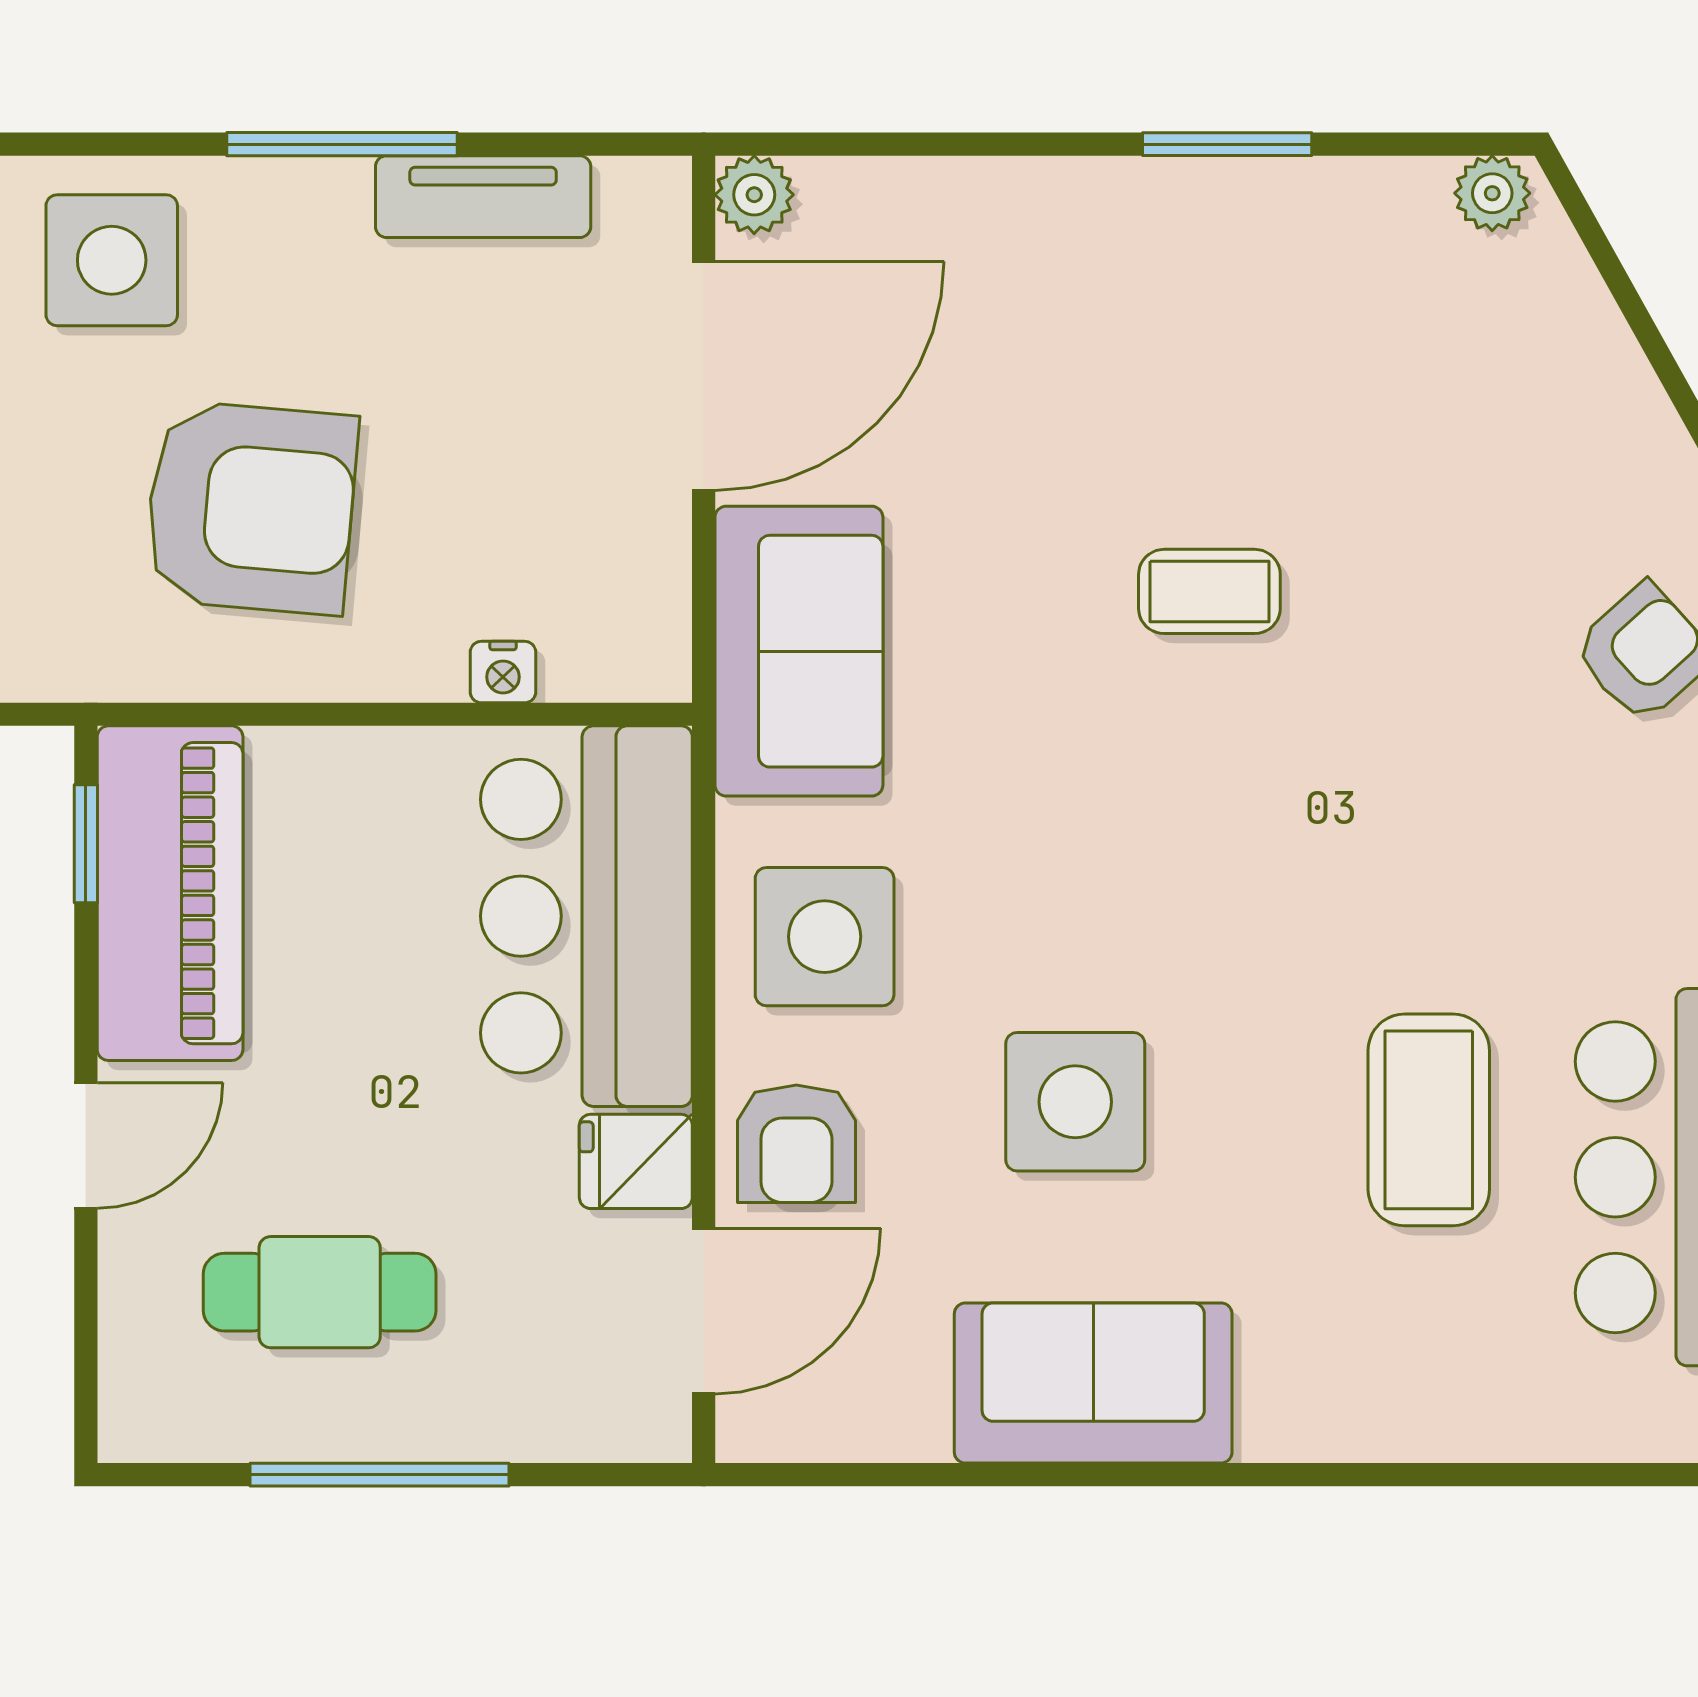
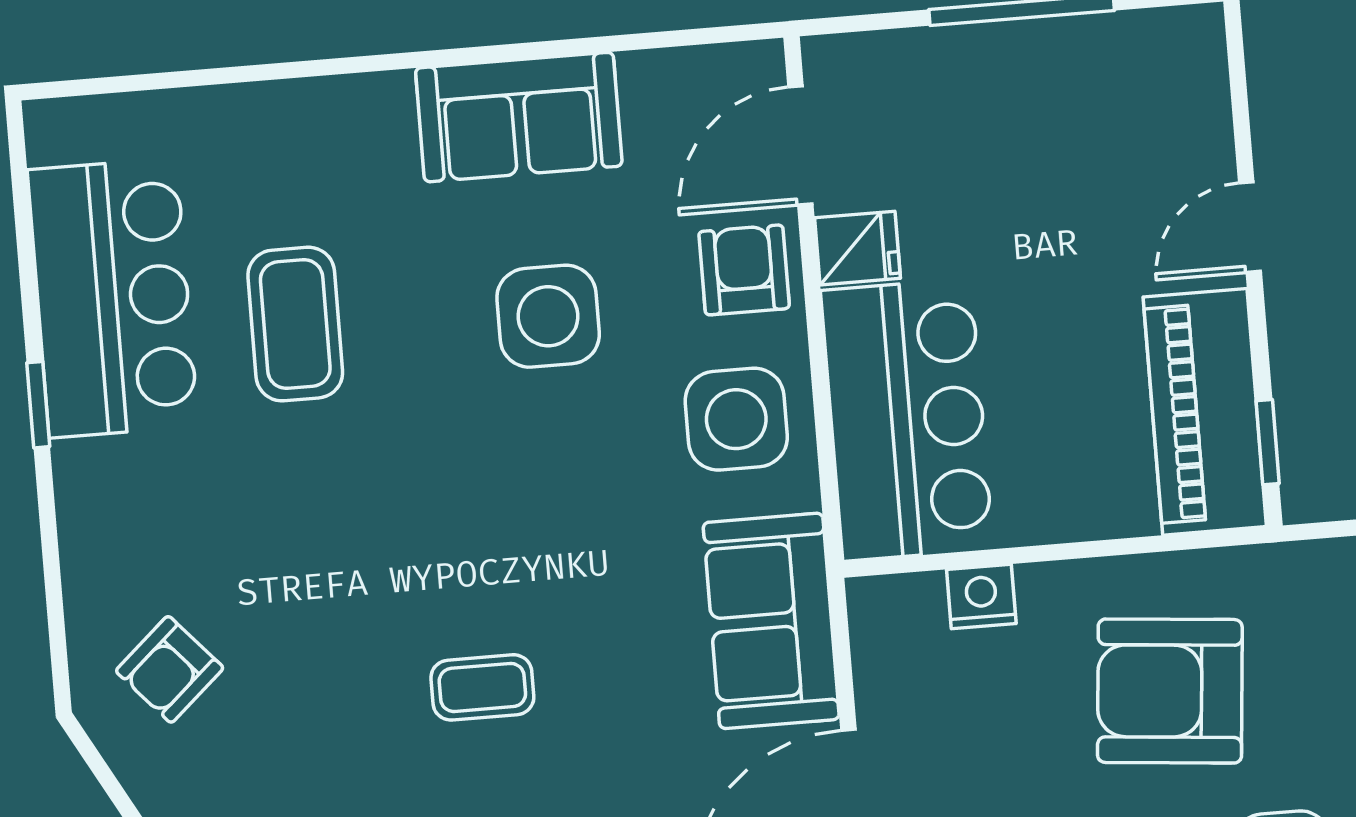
nightstand: (503, 672) -> (981, 596), width x1.39, depth x1.35
cafe table: (320, 1292) -> (1075, 136), removed

